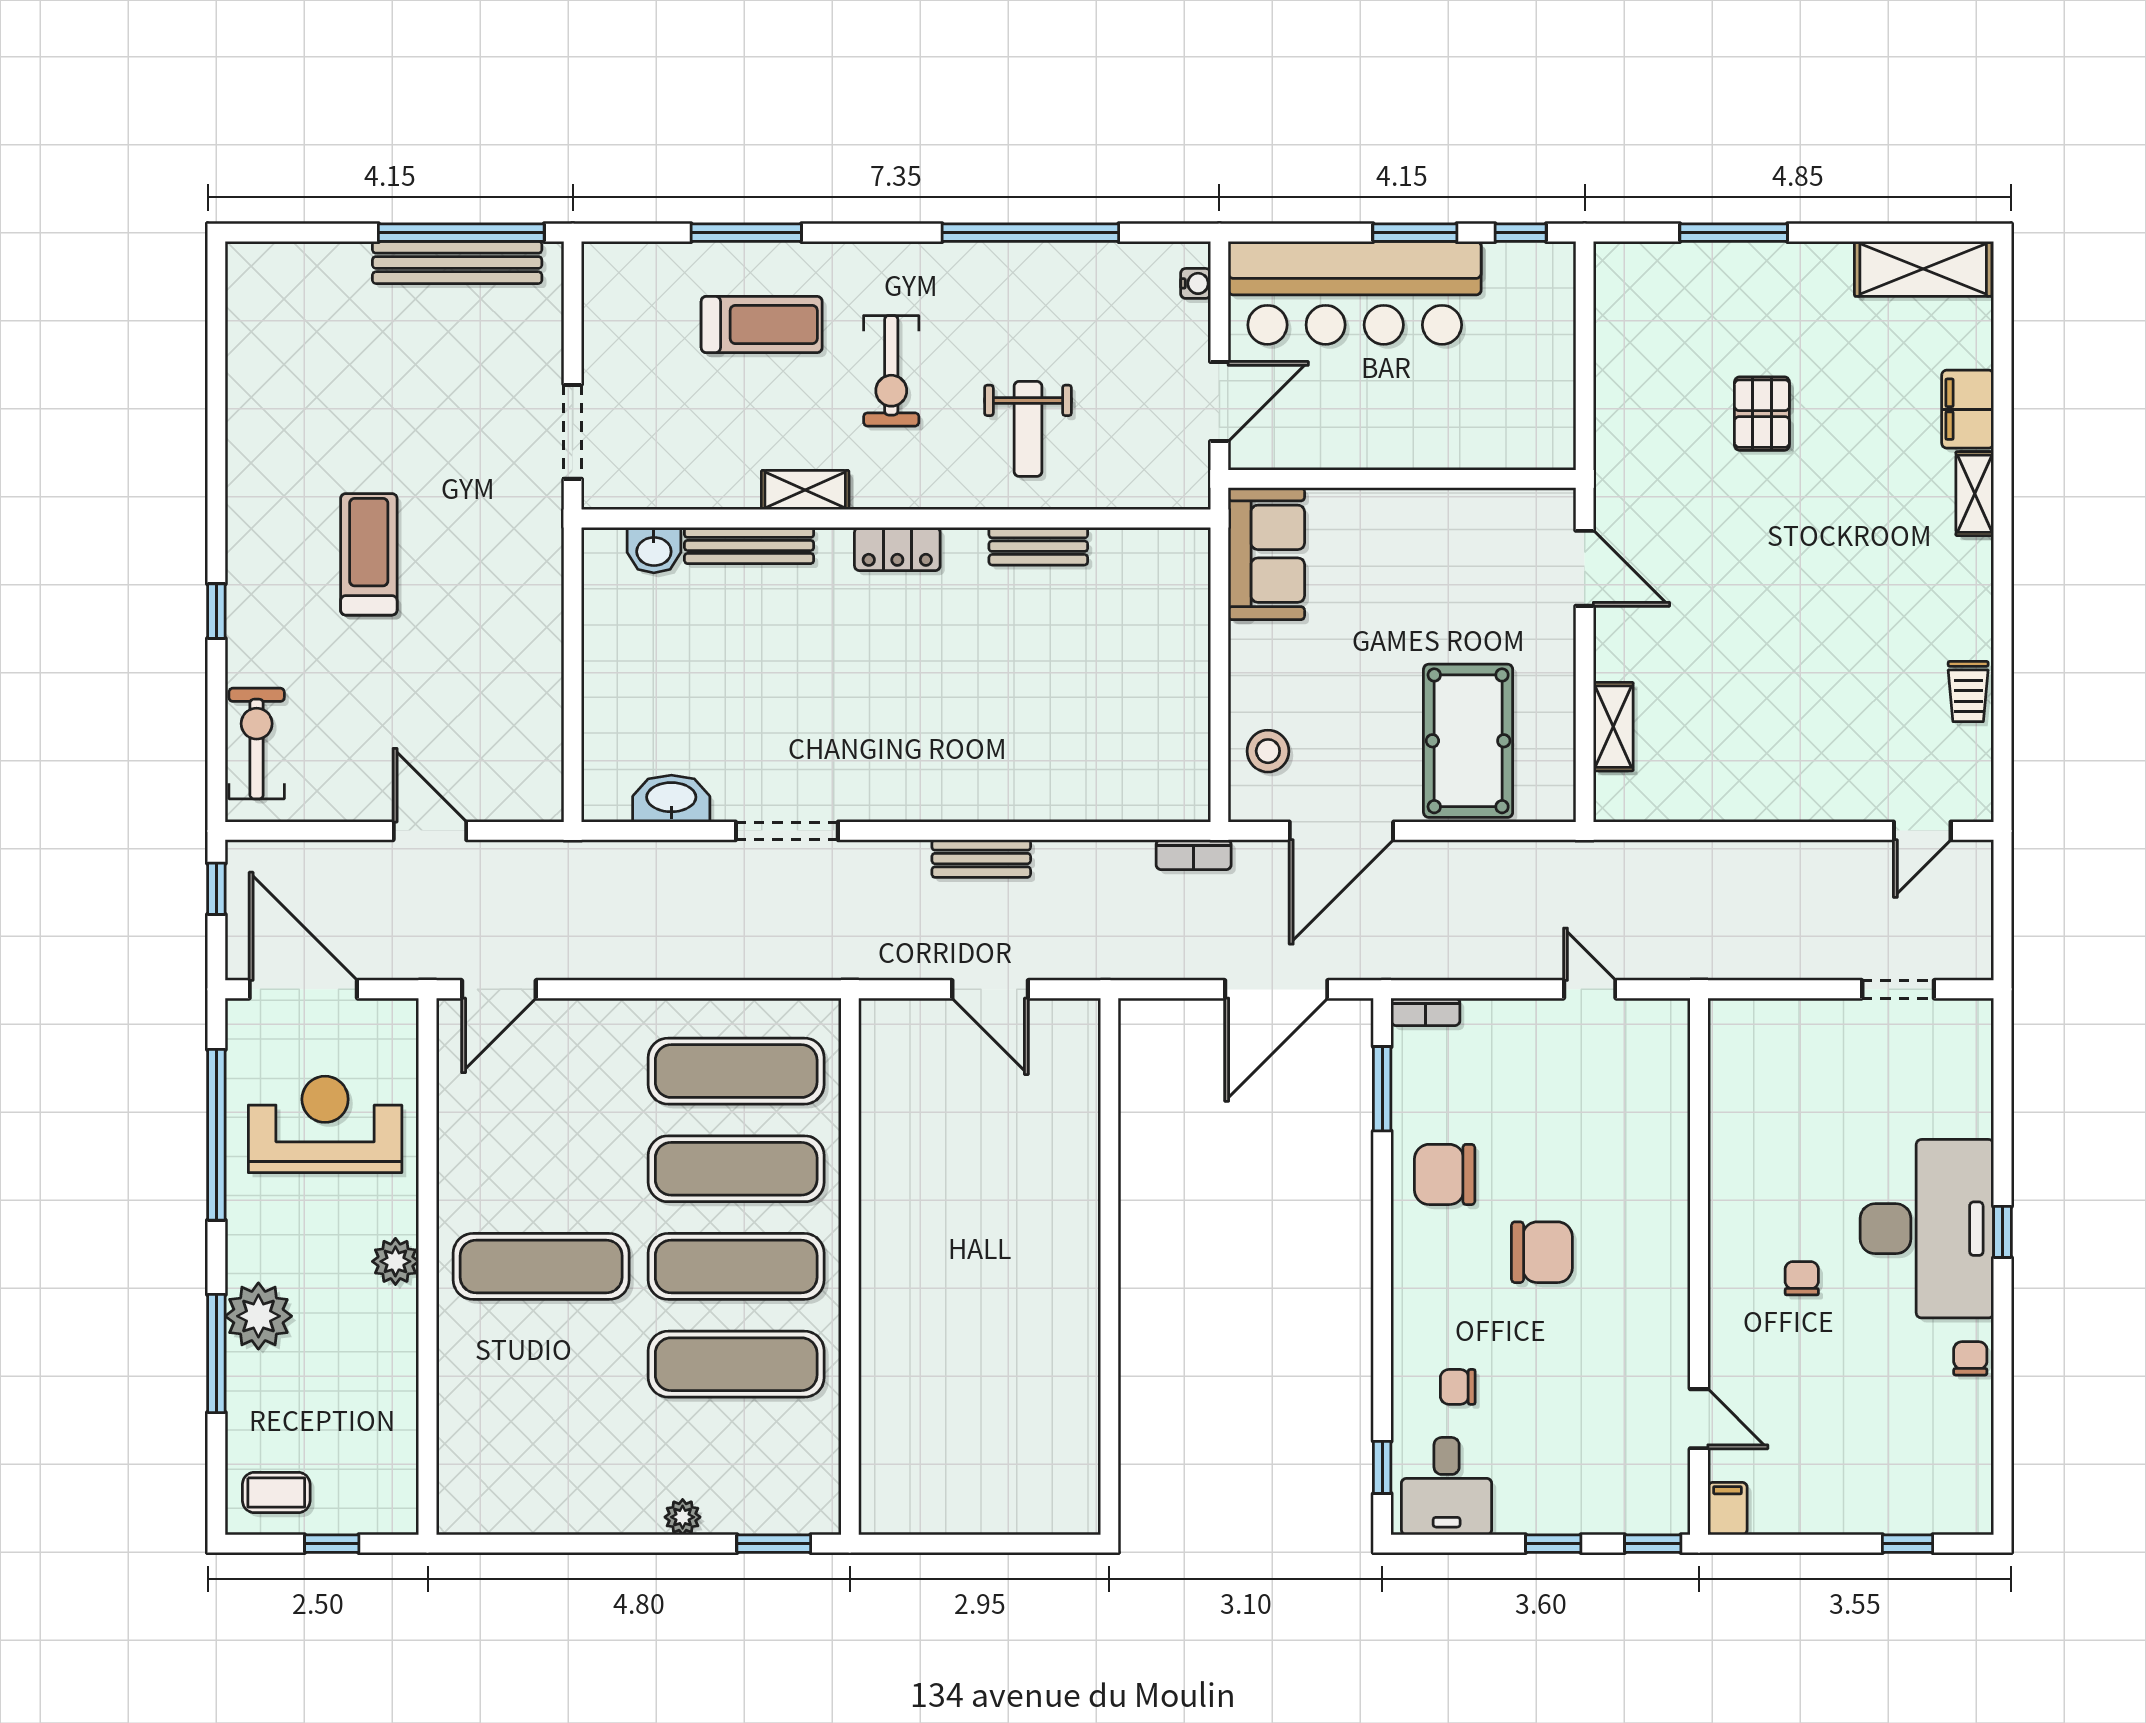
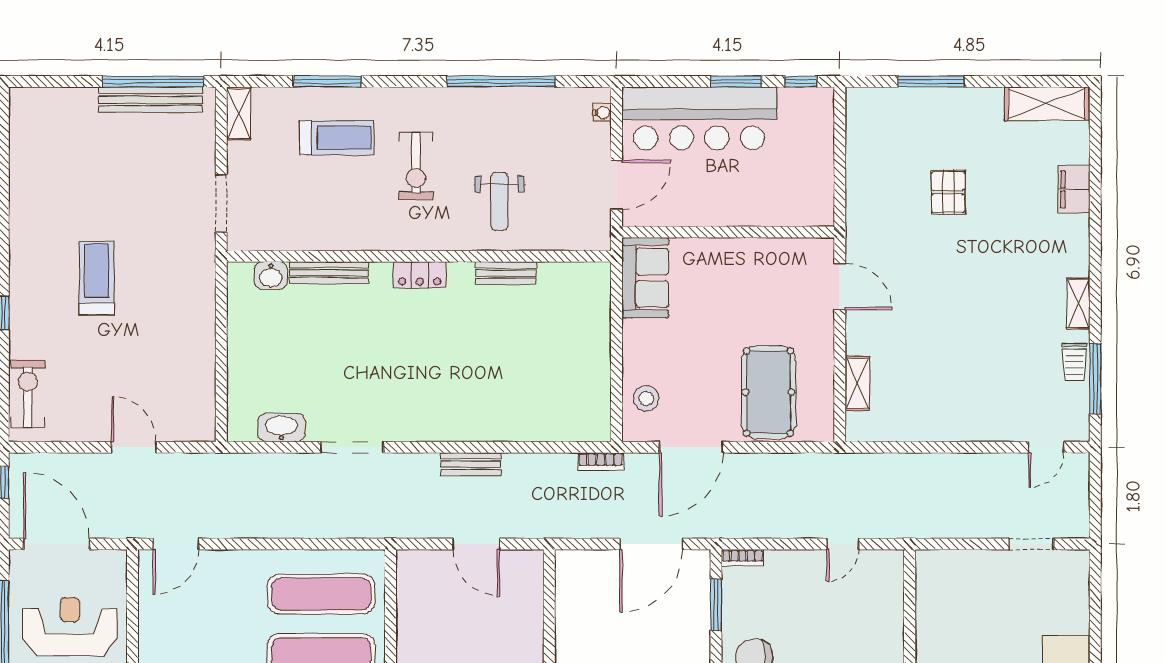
shelving: (805, 490) -> (239, 114), moved, turned 90
shelving: (1975, 494) -> (1078, 303), moved
window: (2003, 719) -> (1095, 379), added
door: (1590, 989) -> (843, 544), swing flipped

